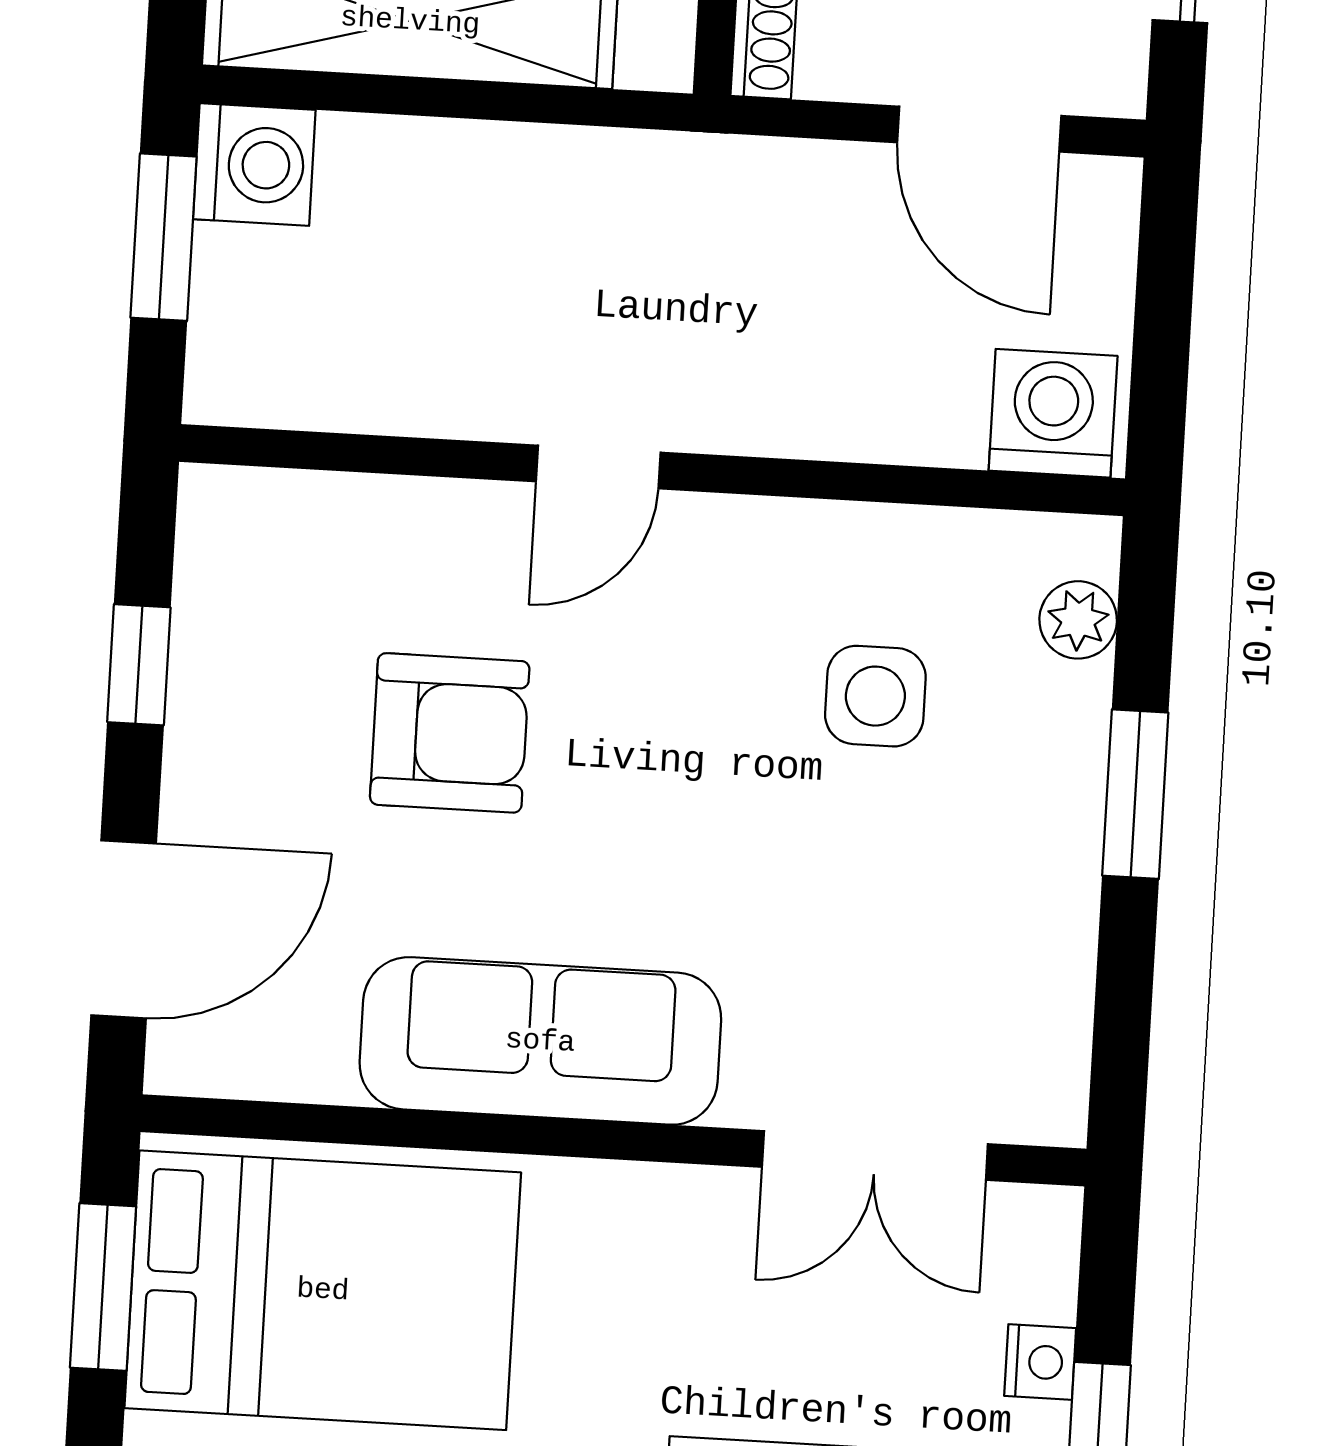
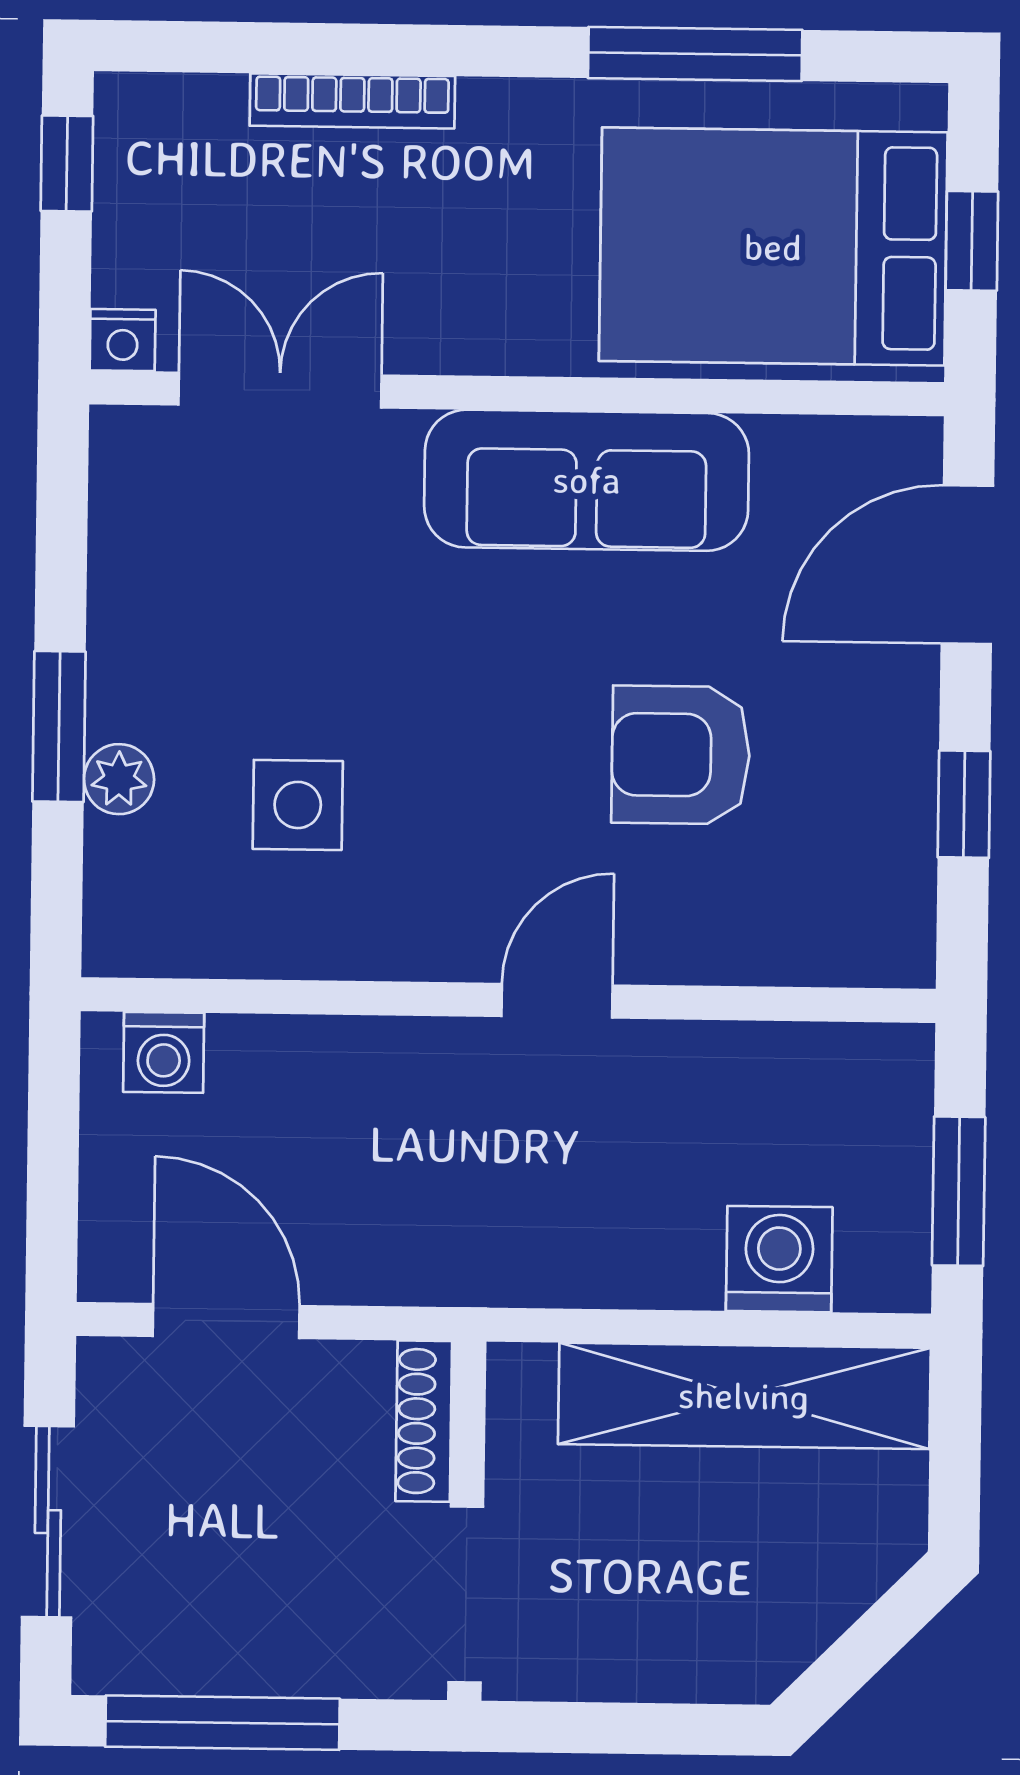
washing machine: (254, 165) -> (779, 1259), moved, turned 90
washing machine: (1053, 413) -> (164, 1052), width x0.73, depth x0.73
plant: (1078, 620) -> (119, 779), moved
window: (103, 1287) -> (972, 241), width x0.67
nightstand: (1040, 1362) -> (123, 340), moved, turned -90

